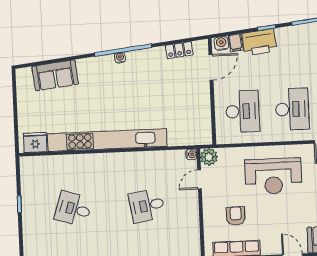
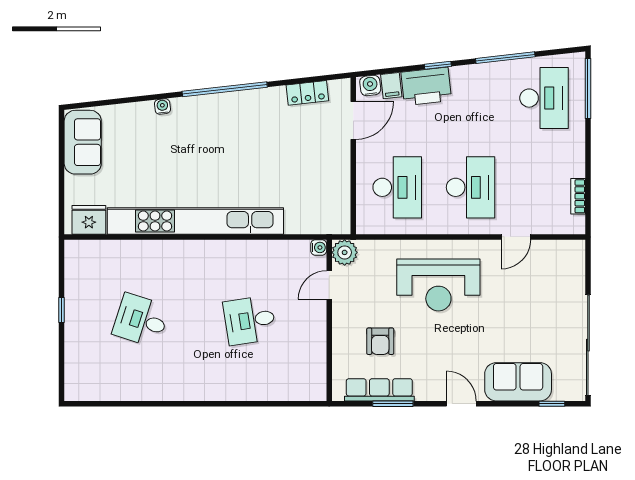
water cooler: (120, 58) -> (162, 106), moved
sofa: (55, 75) -> (83, 142), moved, turned -84
armchair: (236, 216) -> (380, 341), turned 180

